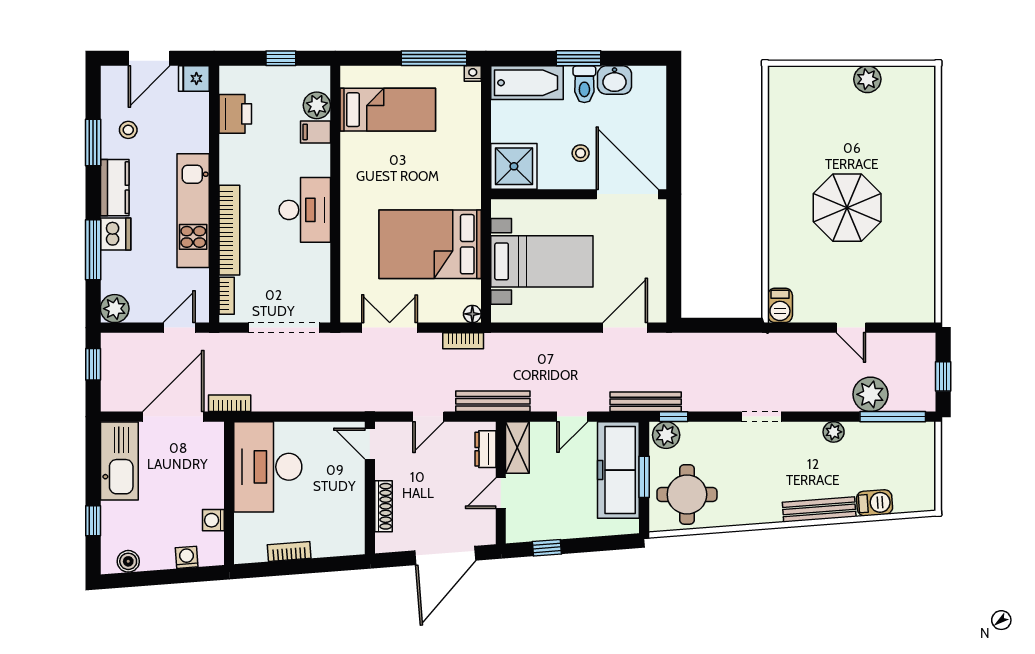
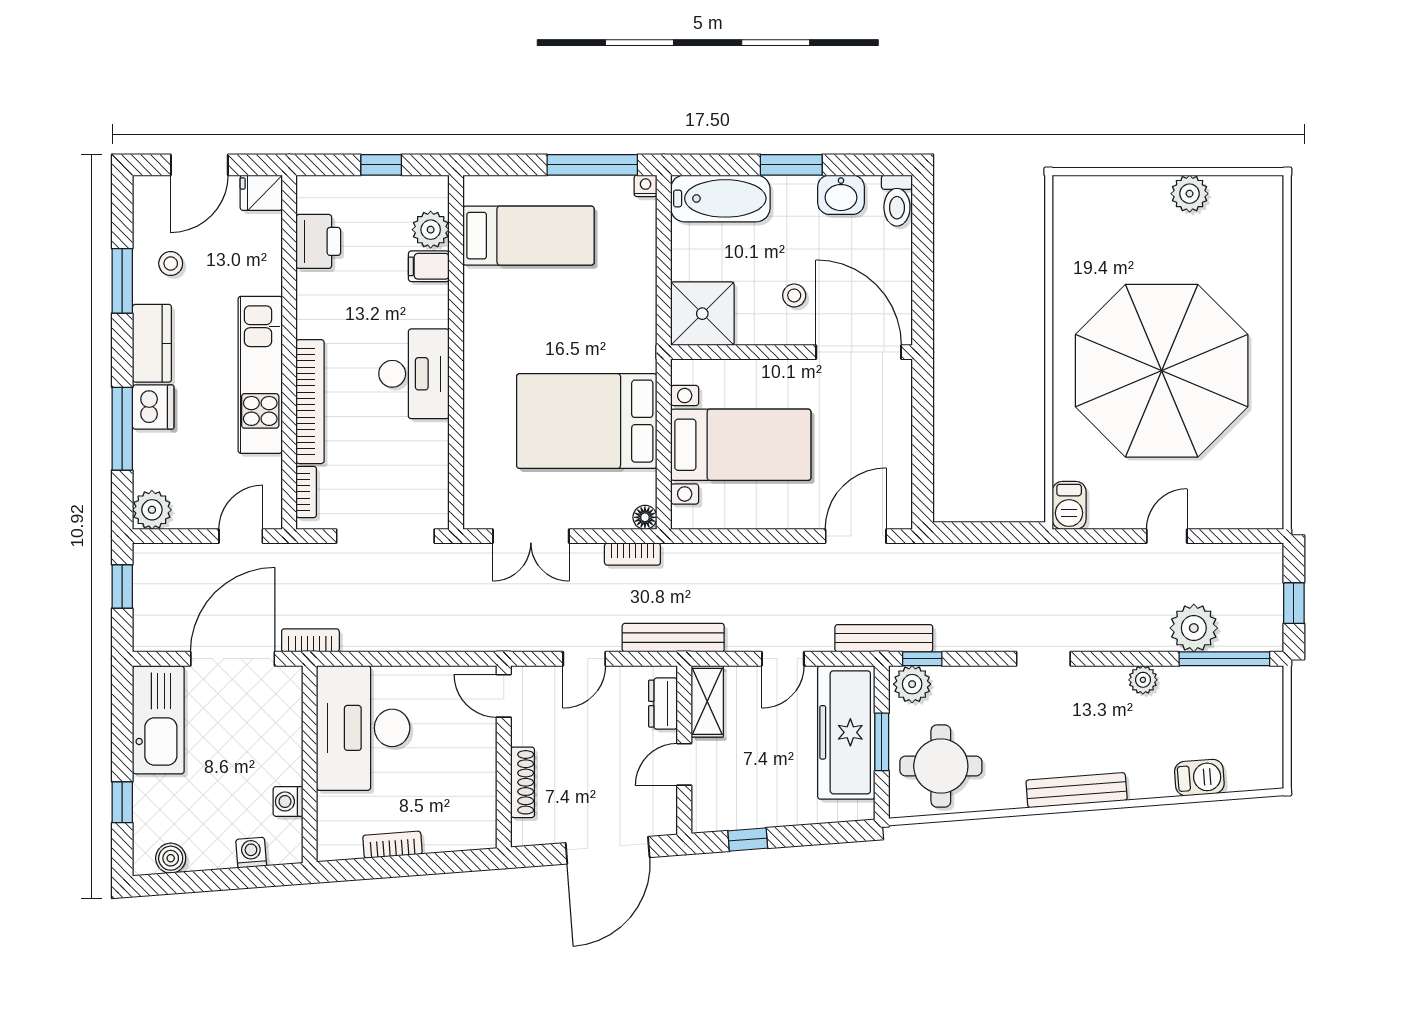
toilet: (584, 84) -> (897, 201), moved
parasol: (847, 208) -> (1162, 371), width x1.86, depth x1.86
double door: (390, 328) -> (531, 536), swing flipped
door: (851, 328) -> (1167, 536), swing flipped
bench: (819, 509) -> (1077, 790), moved

